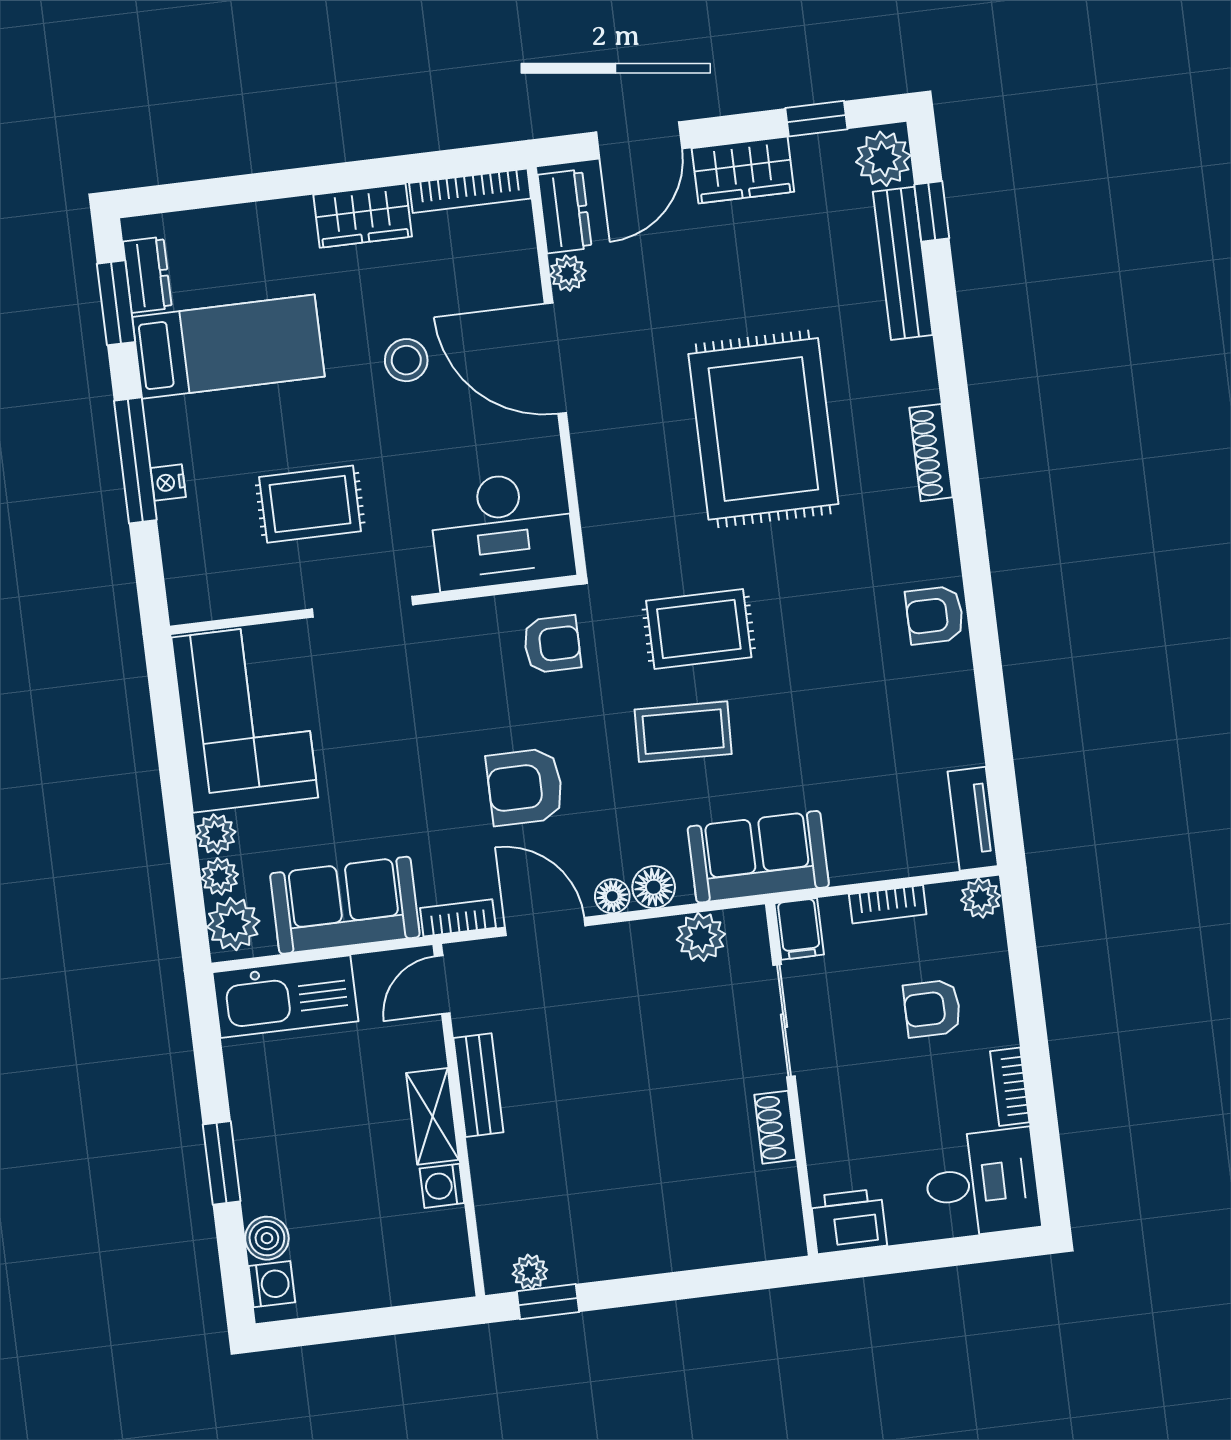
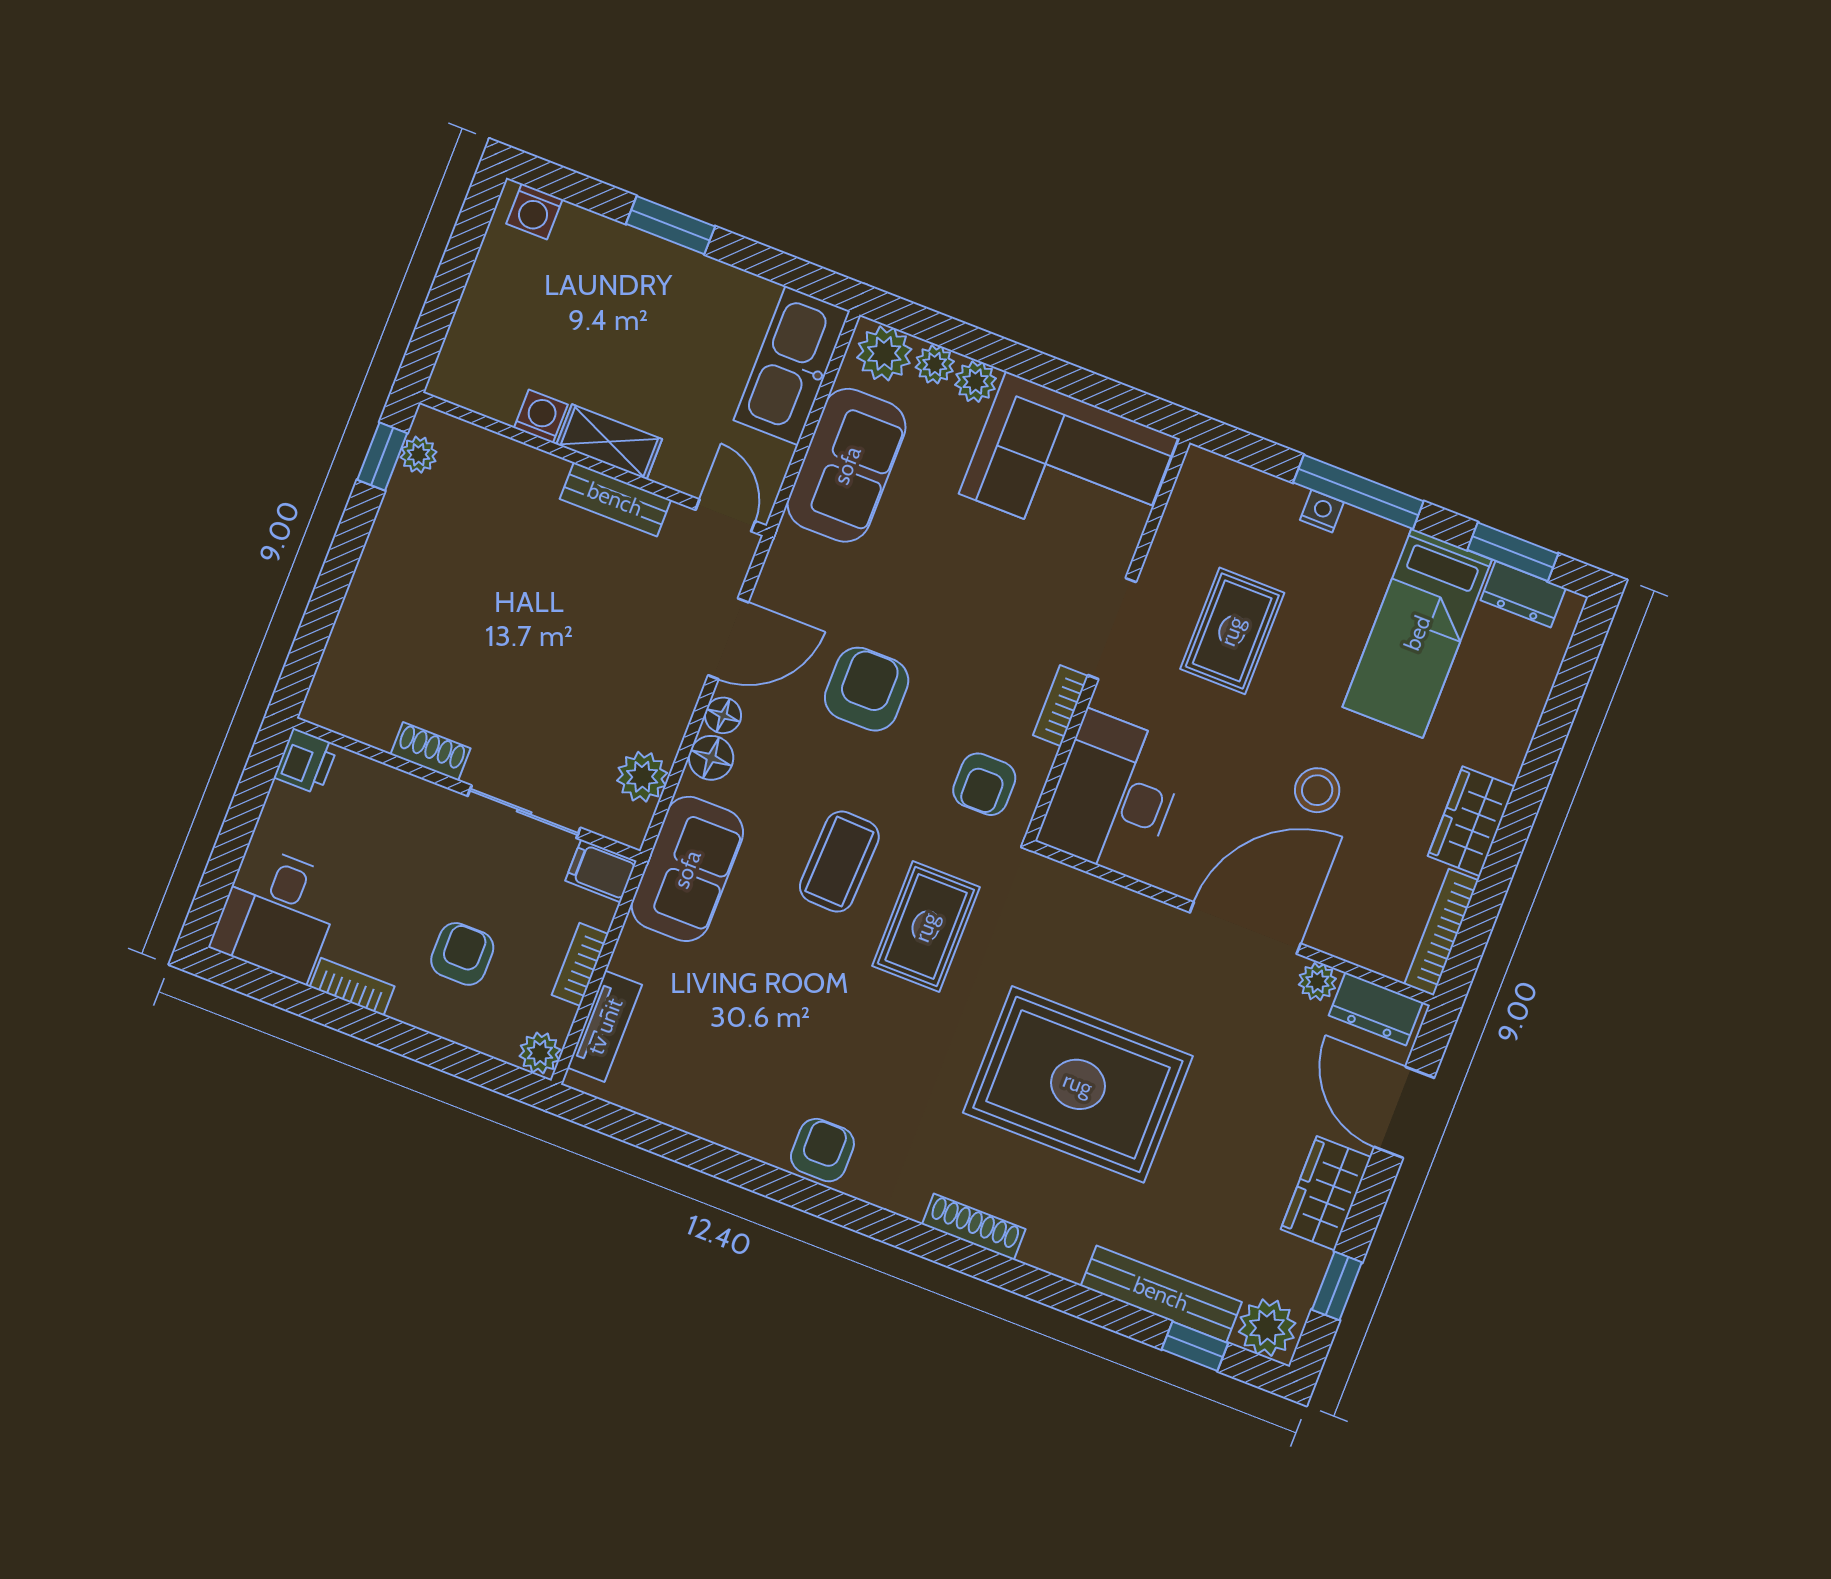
tv unit: (973, 819) -> (605, 1026), moved, turned 90
bookcase: (458, 918) -> (1061, 706), moved, turned 180
printer: (849, 1221) -> (306, 761), width x0.73, depth x0.81
boiler: (267, 1238) -> (579, 230), removed

